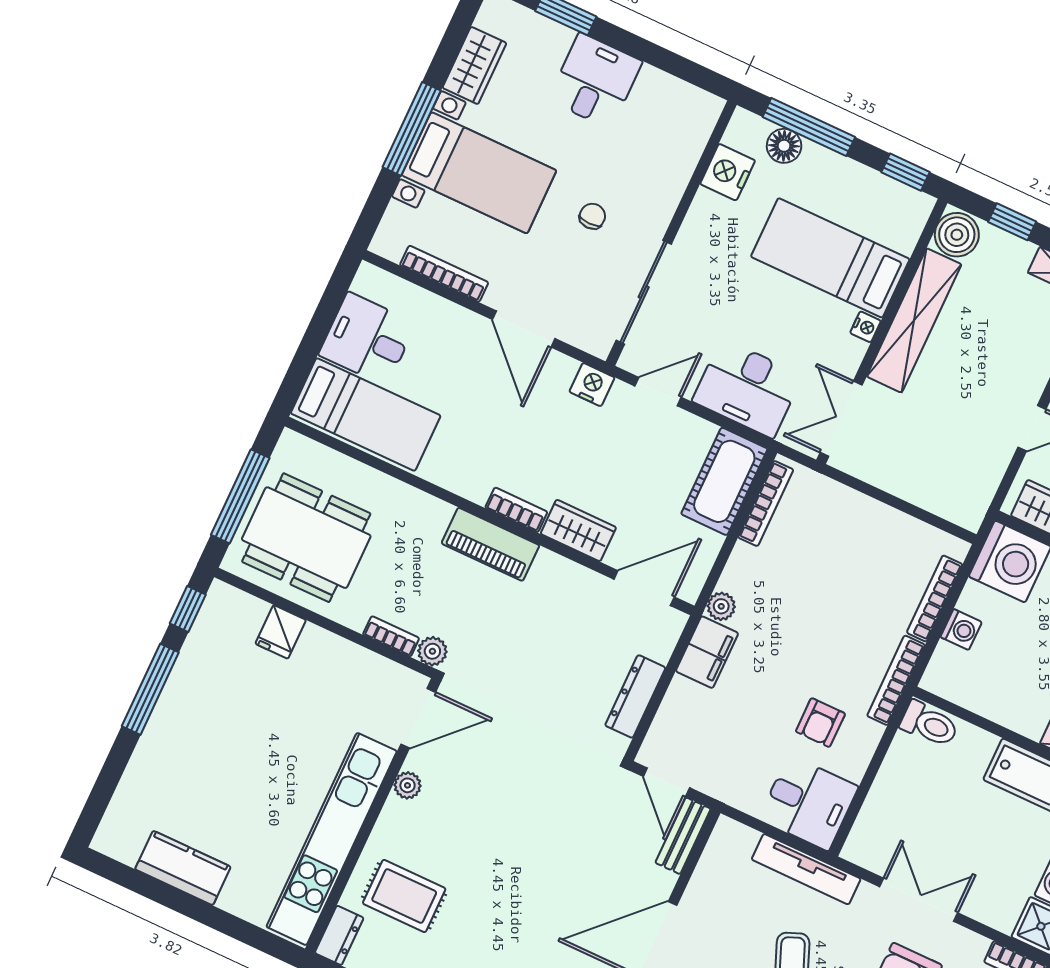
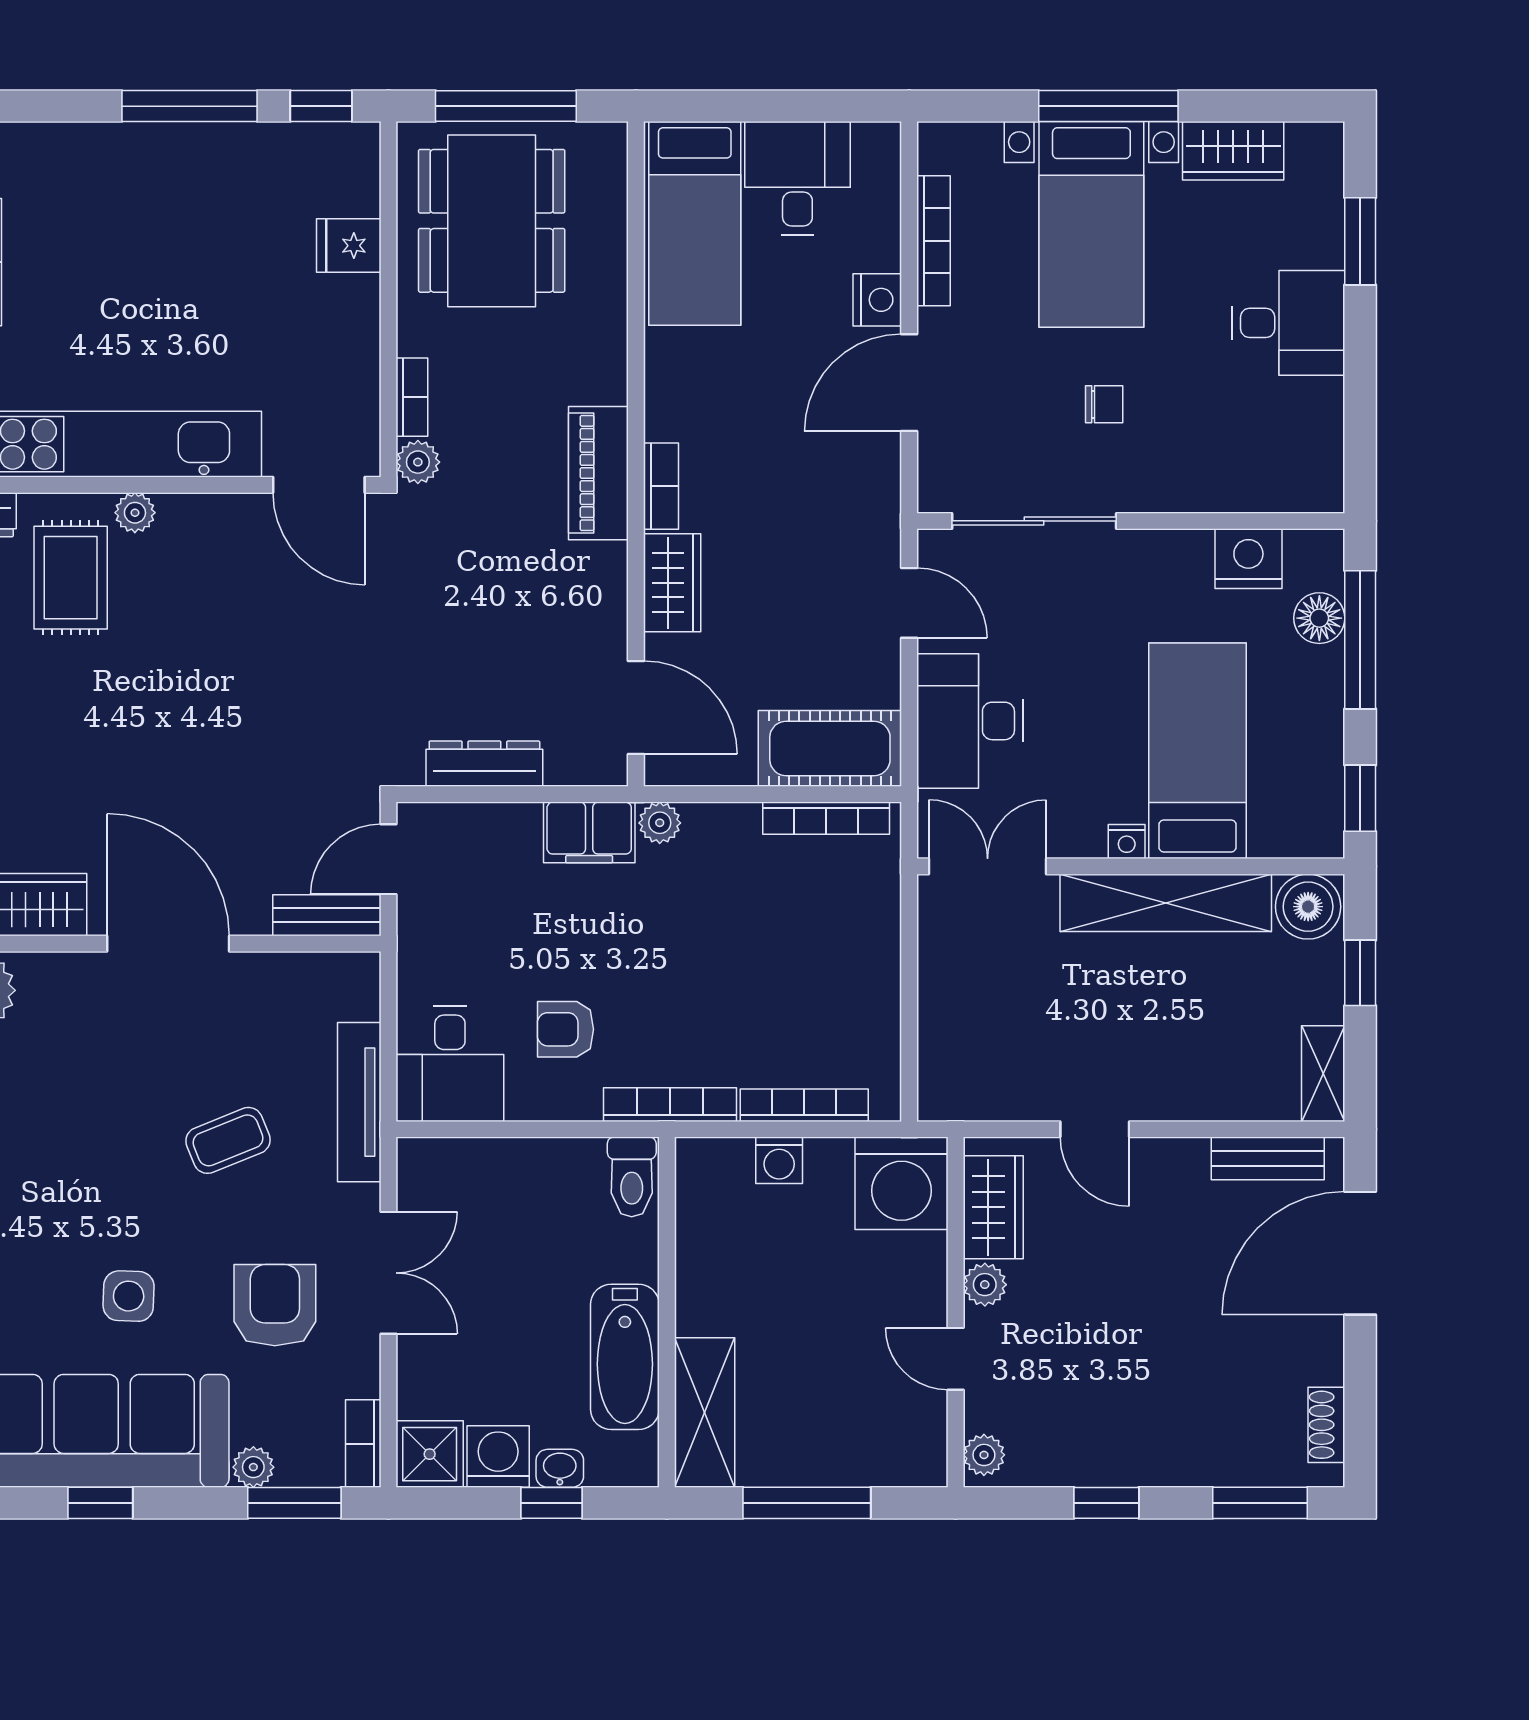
nightstand: (592, 385) -> (877, 300), moved
plant: (408, 785) -> (135, 513), moved

